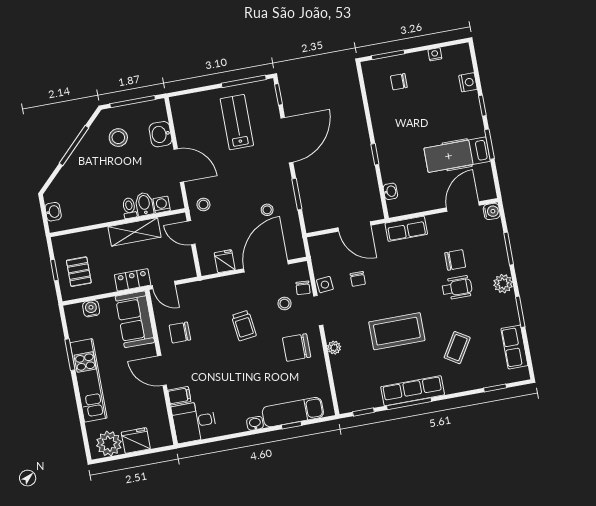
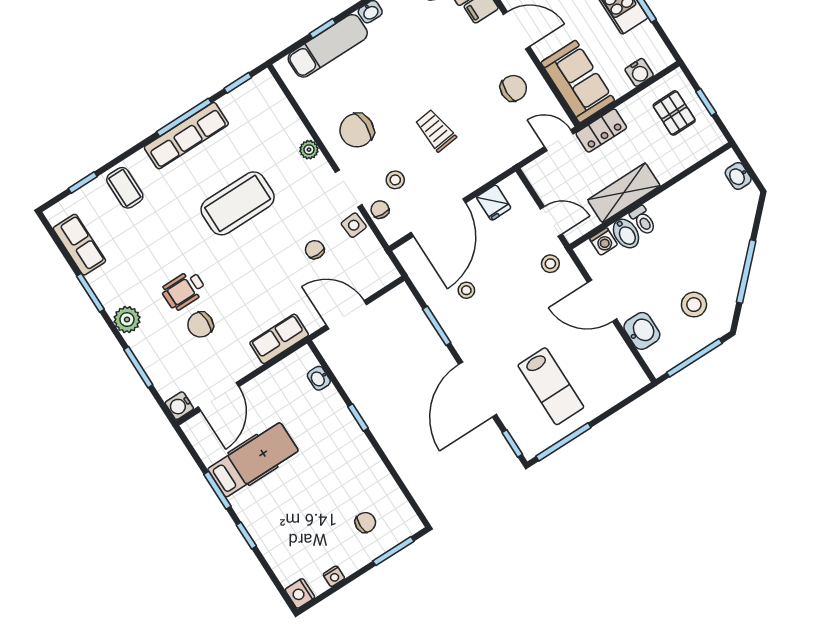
nightstand: (468, 82) -> (300, 593), moved
chair: (297, 347) -> (357, 130), turned 180
coffee table: (457, 348) -> (125, 188), moved, turned -32

